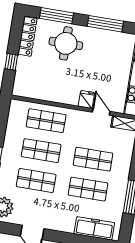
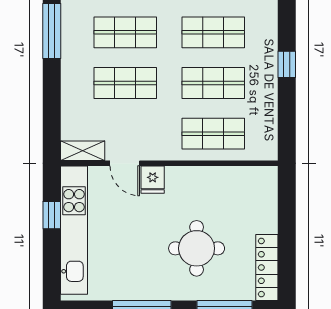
round table: (66, 43) -> (197, 248), moved
window: (11, 62) -> (287, 221), removed

